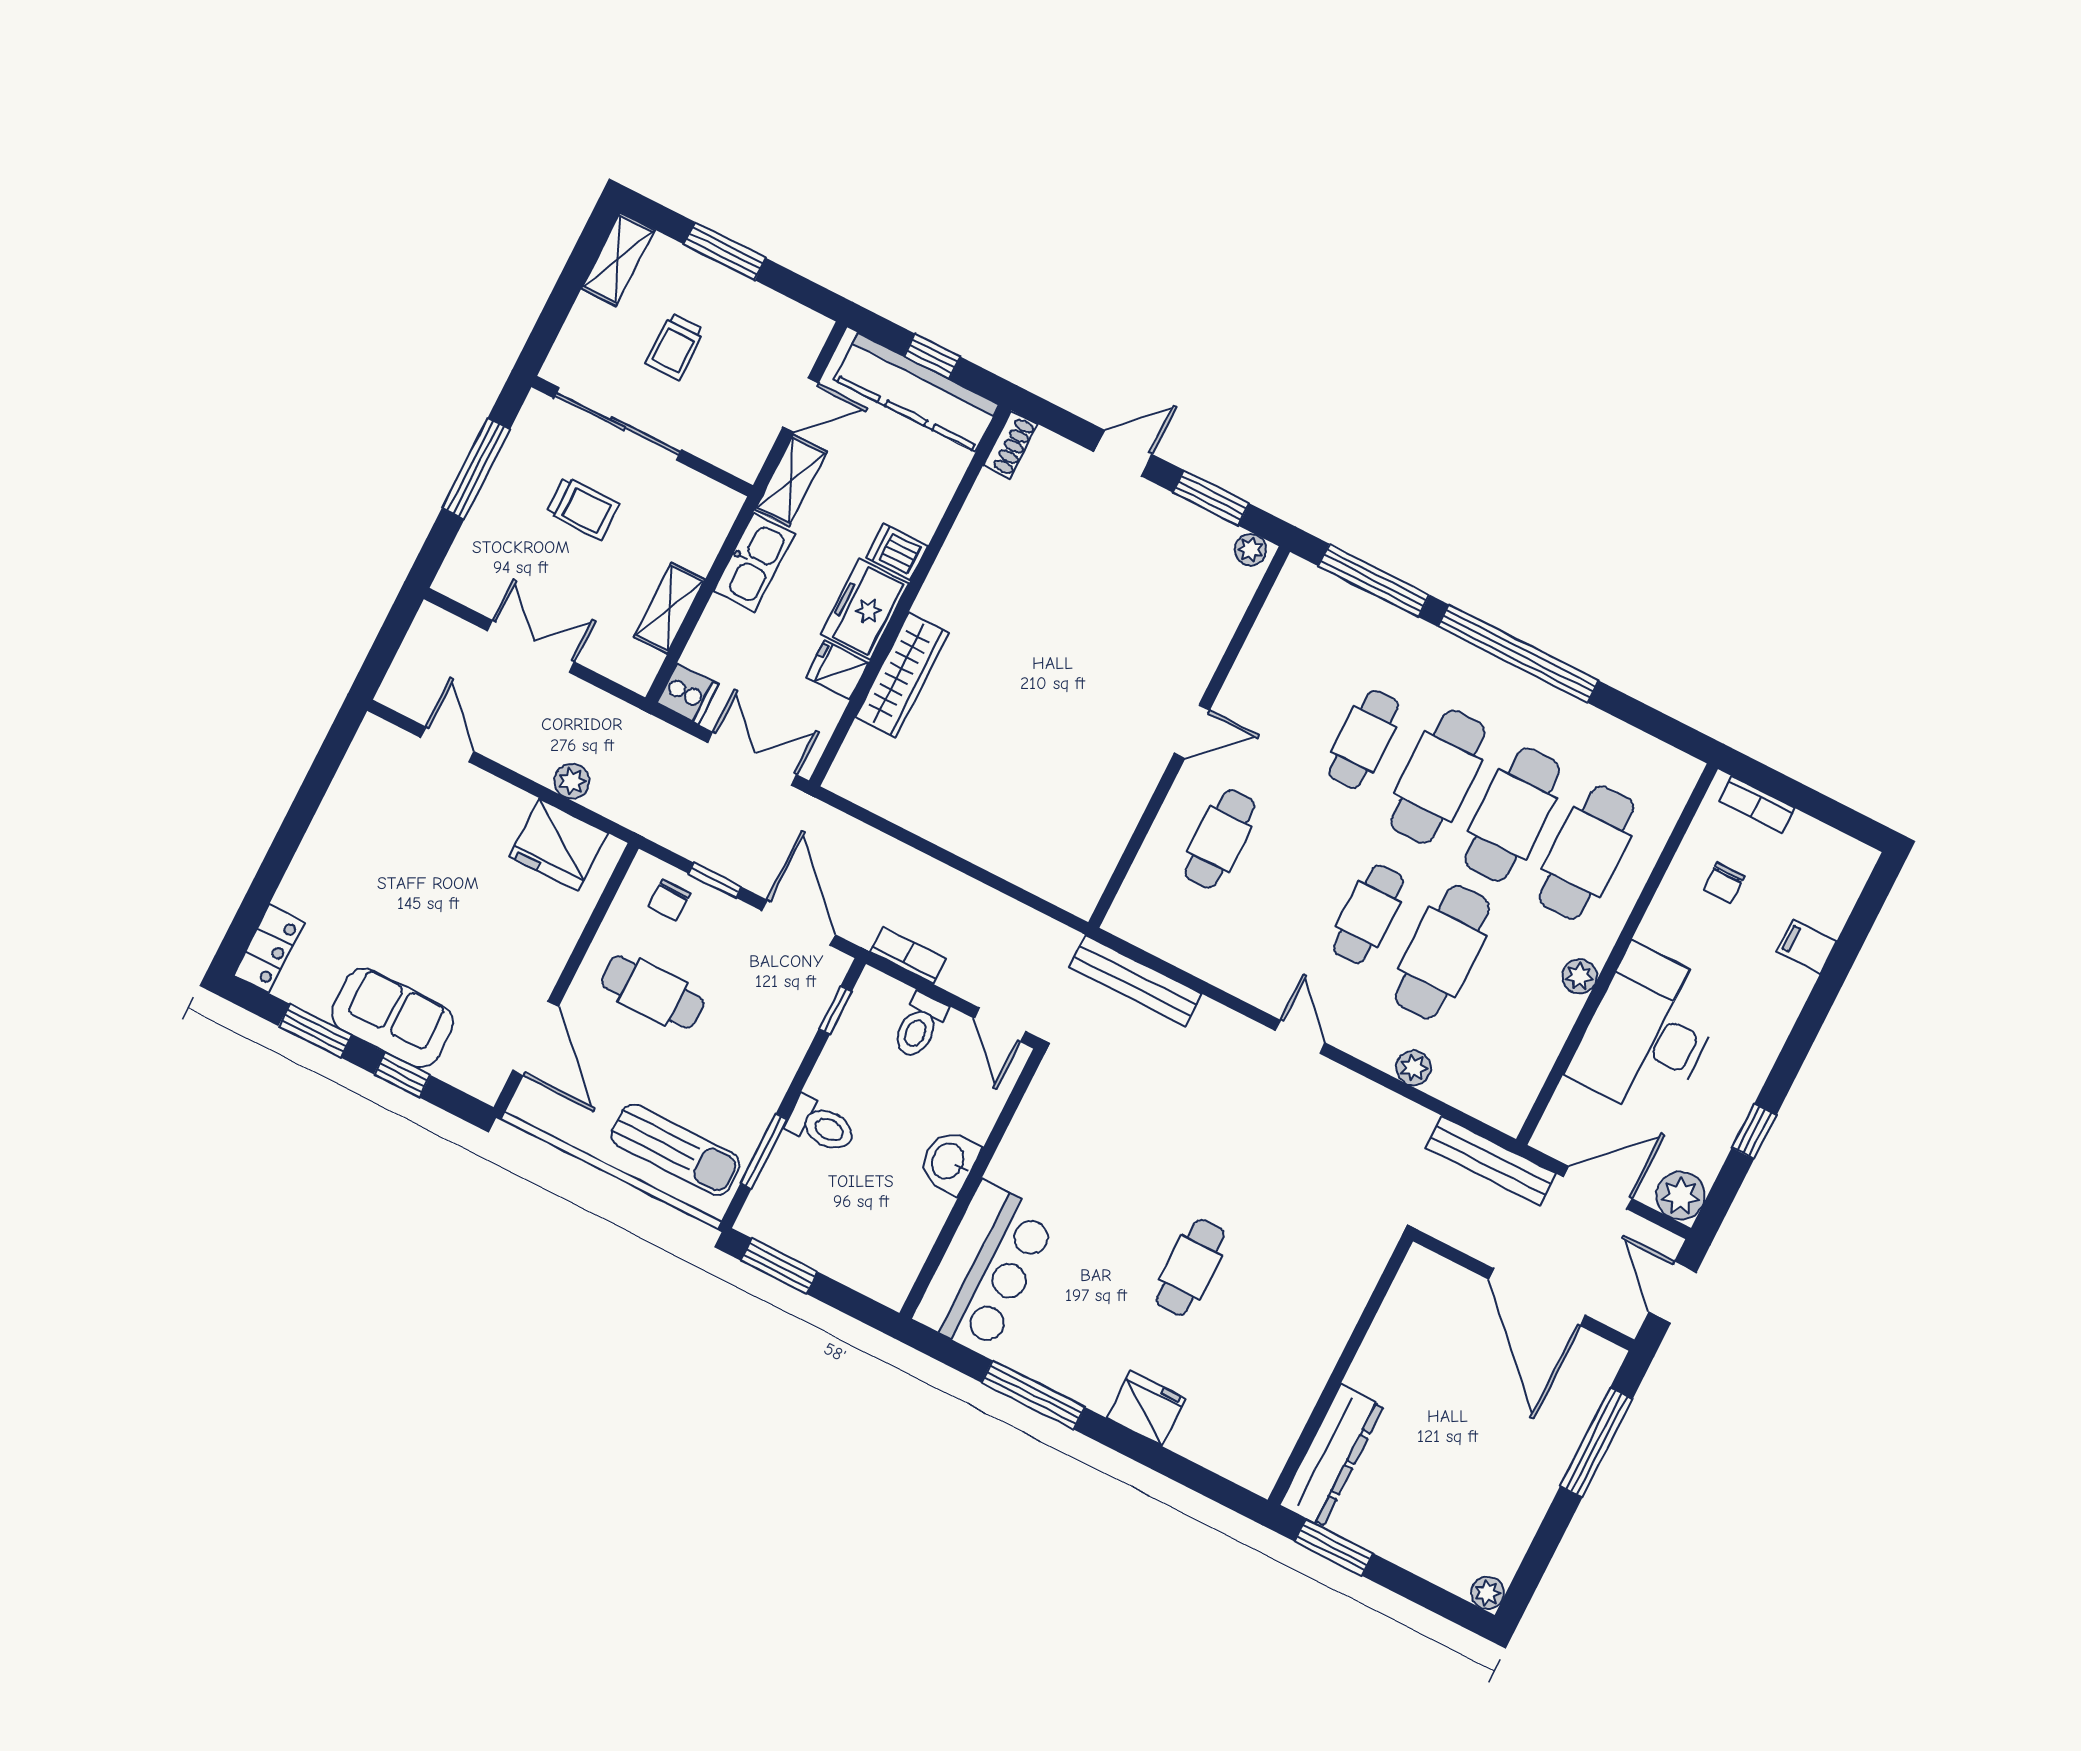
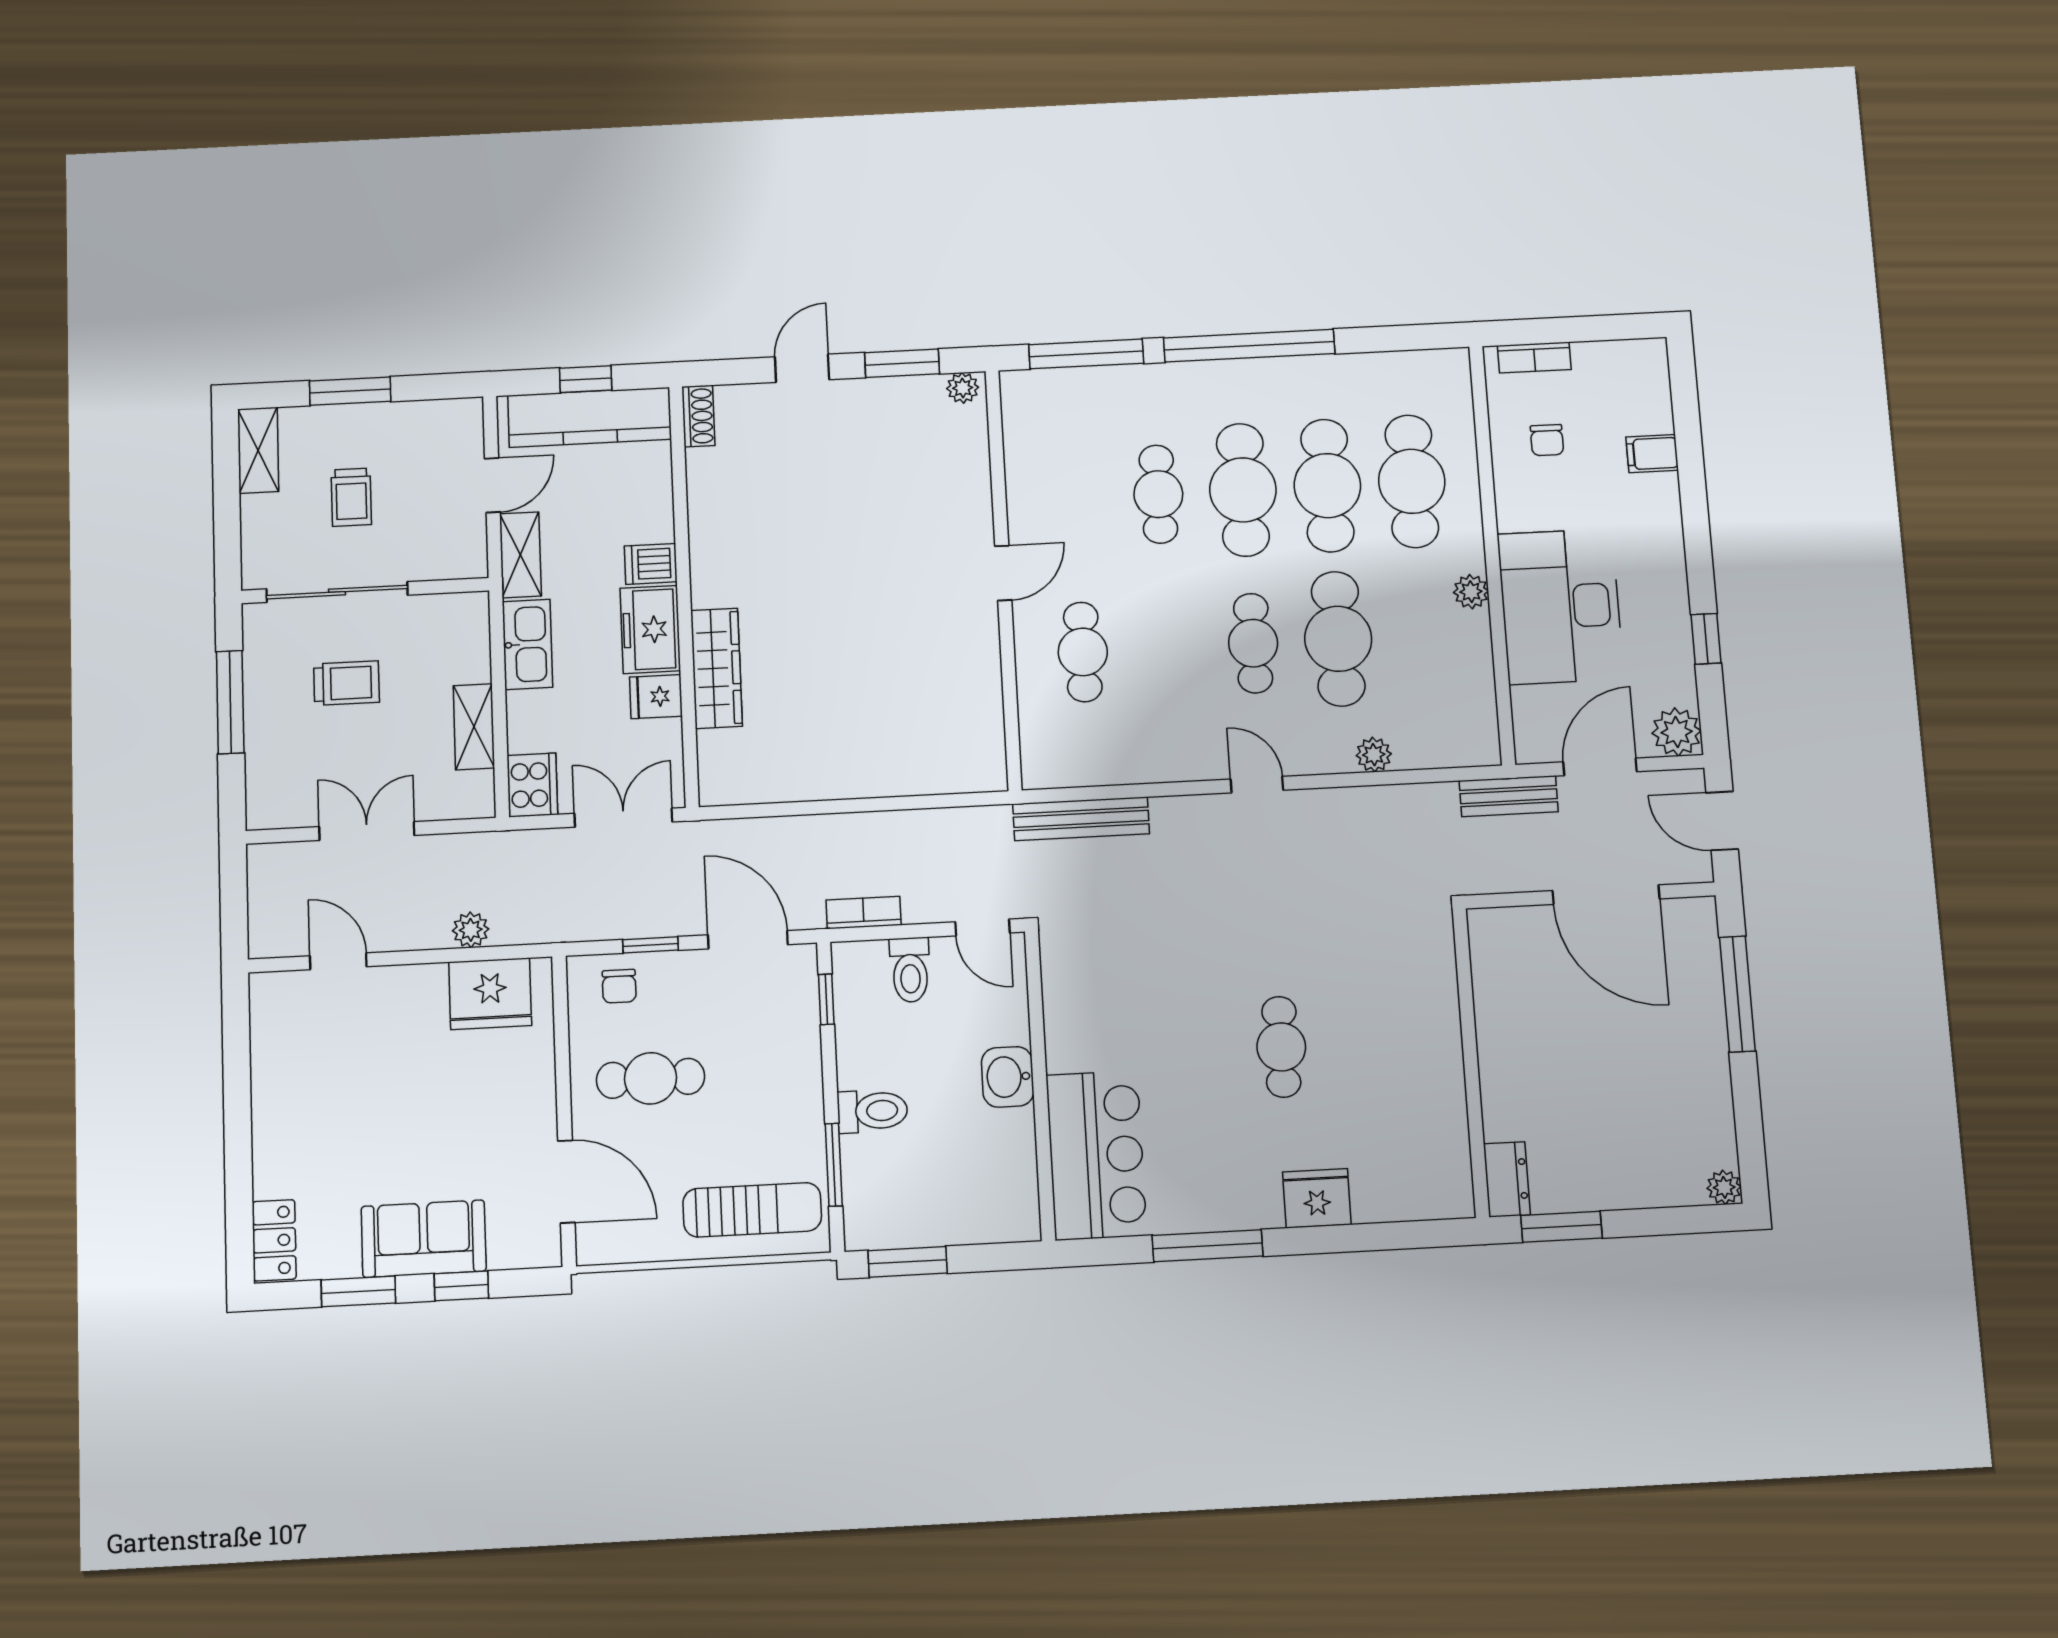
cooker: (688, 694) -> (532, 785), width x1.36
bench: (1491, 1160) -> (1509, 796), width x0.73
dresser: (1332, 1455) -> (1507, 1179), width x0.51, depth x0.80

